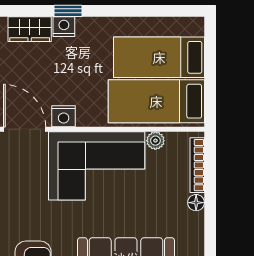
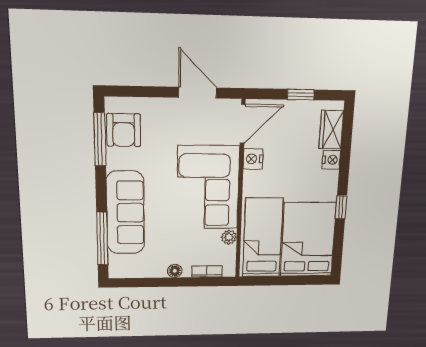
window: (68, 11) -> (341, 207), moved
bed: (159, 57) -> (308, 240), width x1.50
bookcase: (197, 165) -> (207, 271), width x0.64

